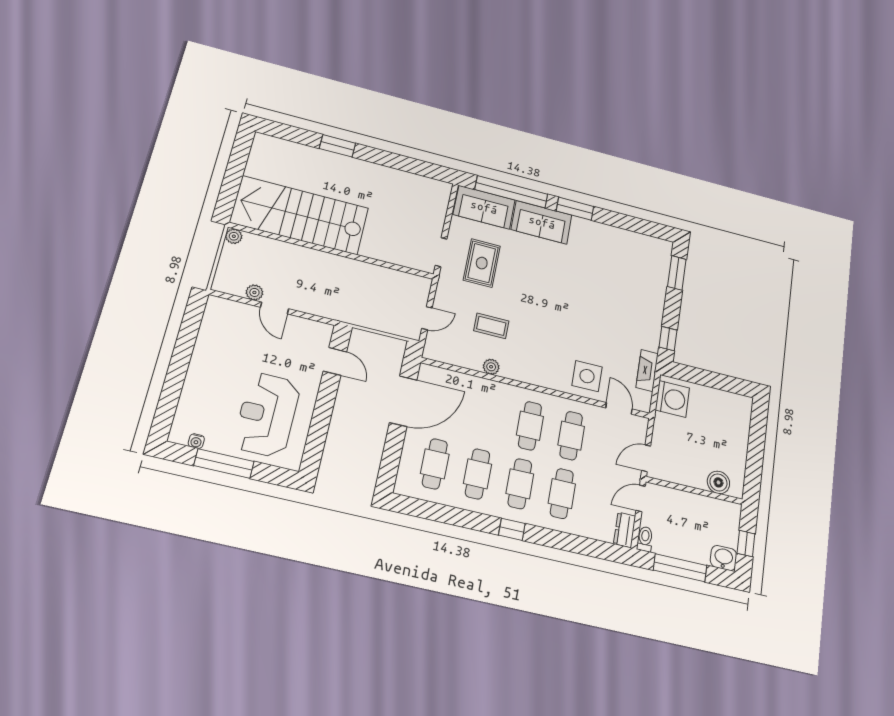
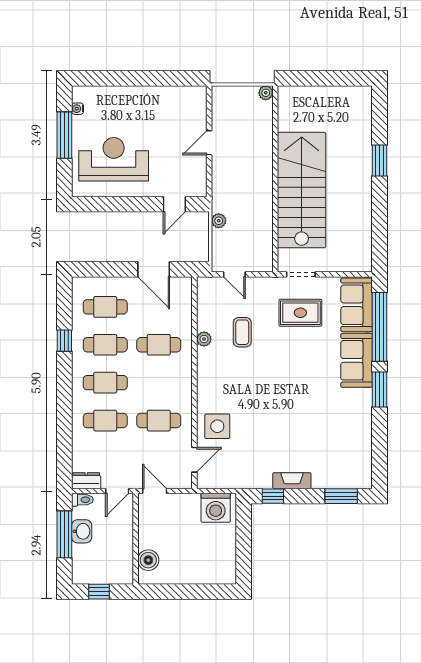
stairs: (300, 215) -> (302, 190), moved
plant: (254, 292) -> (219, 221), moved
fireplace: (647, 370) -> (292, 481), moved
door: (403, 401) -> (154, 269), width x0.73
cafe table: (530, 426) -> (159, 345), moved
door: (641, 498) -> (117, 491), swing flipped
window: (512, 529) -> (64, 341), moved
washbasin: (724, 558) -> (82, 531), moved

